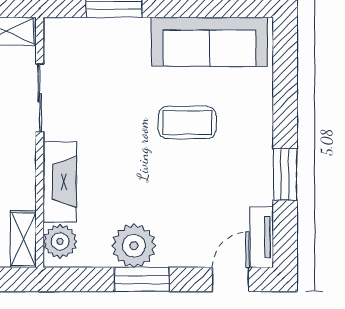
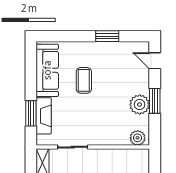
fireplace: (60, 182) -> (44, 116), moved, turned 90
tv unit: (262, 237) -> (136, 47), removed
shelving: (23, 239) -> (137, 154), removed

